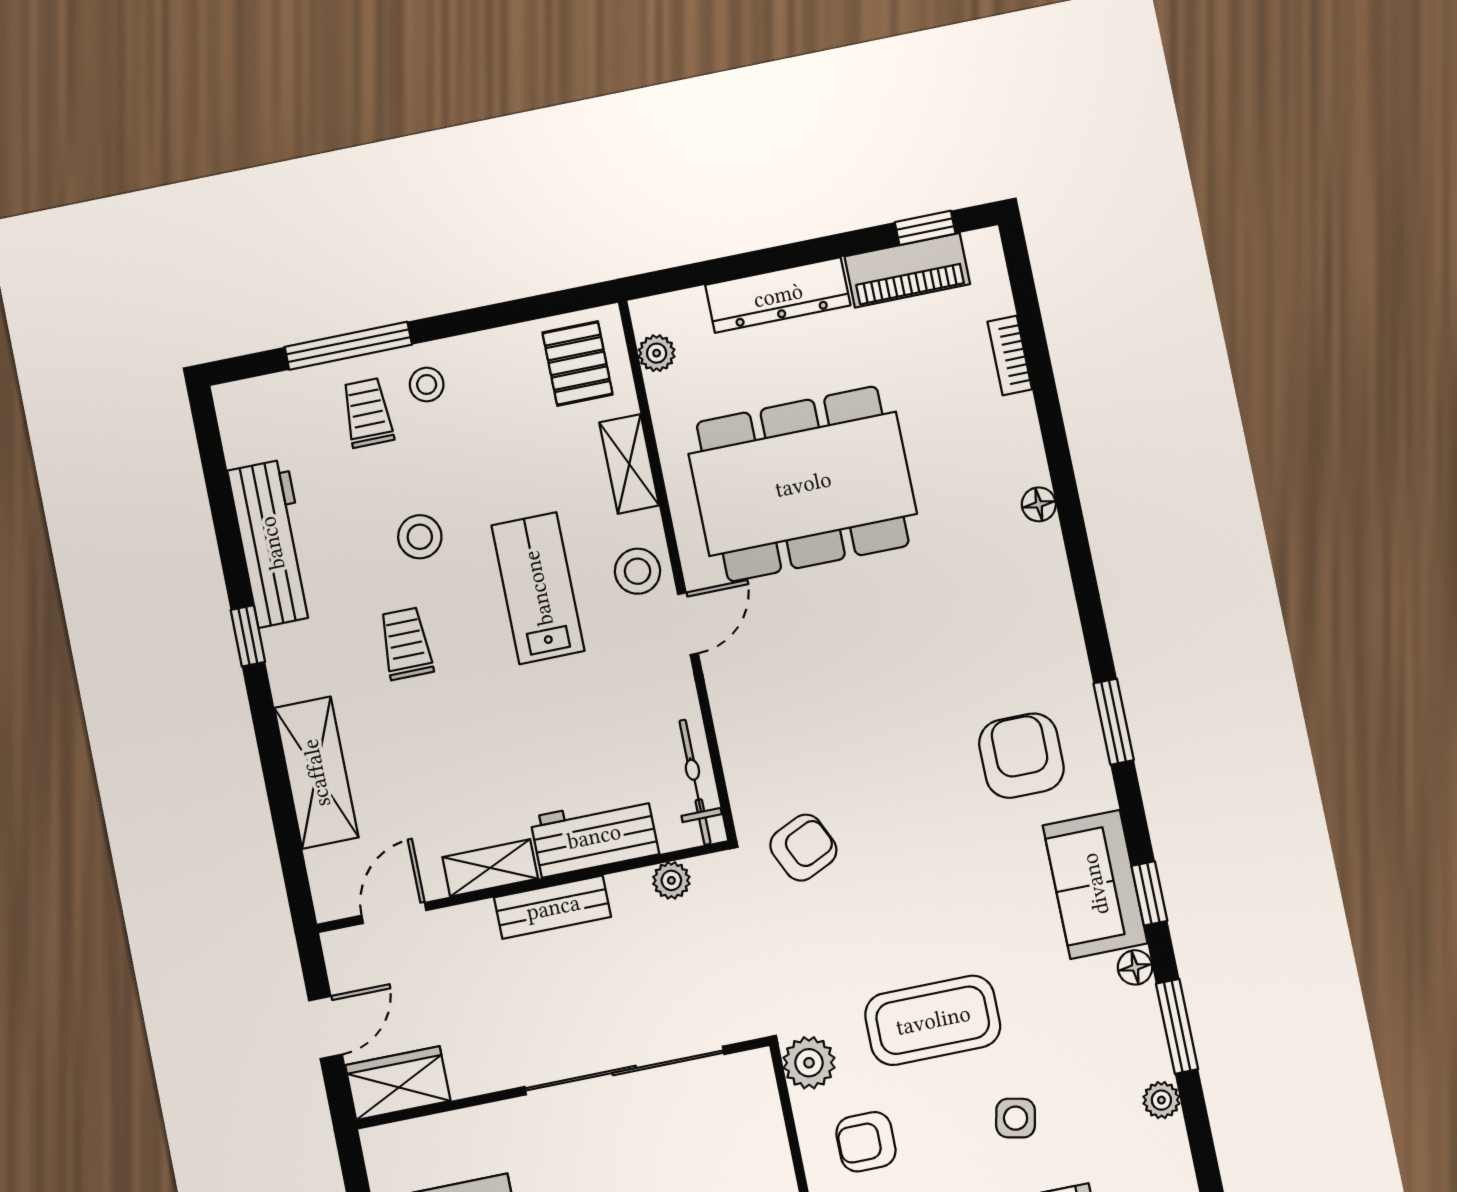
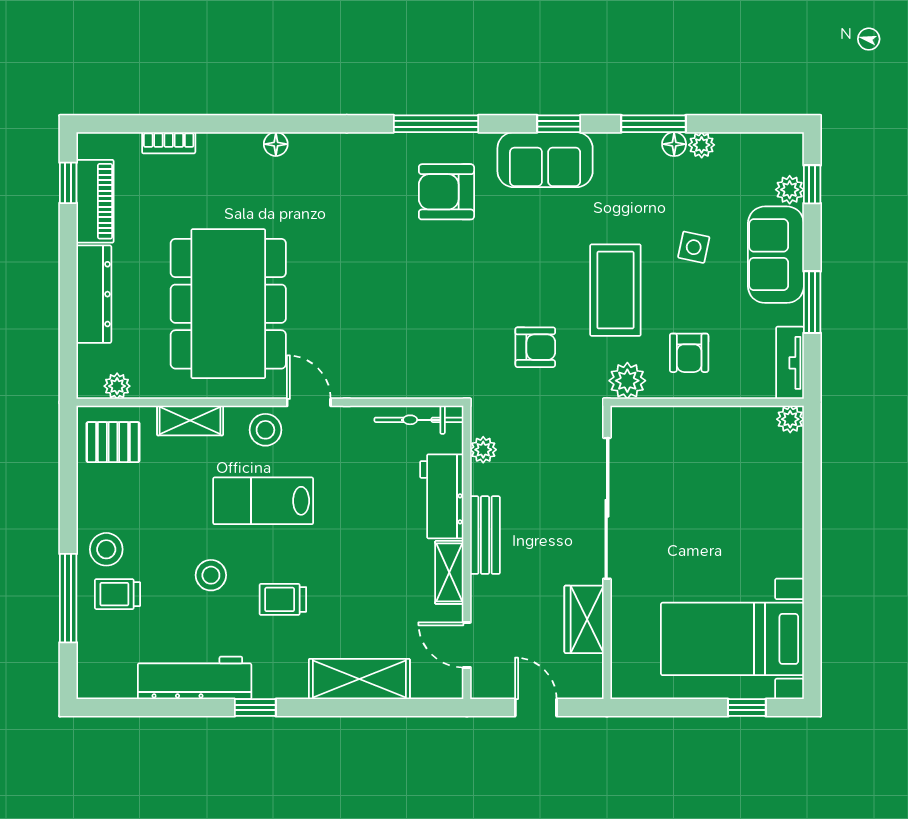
stool: (427, 385) -> (106, 549), width x1.37, depth x1.37
window: (1114, 722) -> (436, 124), width x1.44
armchair: (803, 848) -> (535, 347), moved, turned 115
floor lamp: (1135, 967) -> (674, 144), moved
wardrobe: (398, 1083) -> (584, 619), moved

